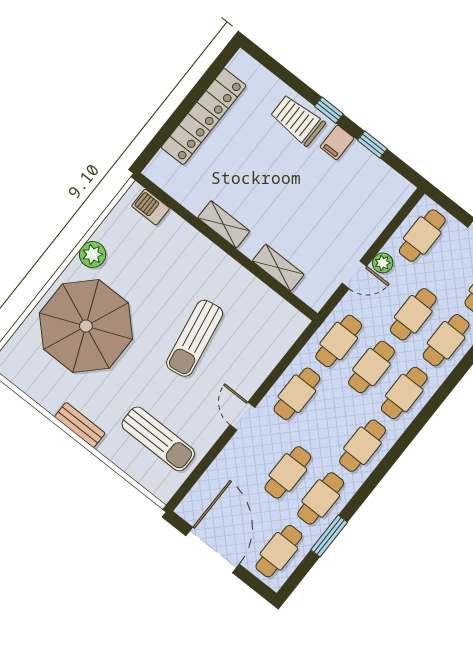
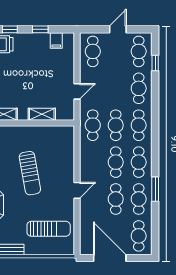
filing cabinet: (337, 143) -> (56, 40), moved
plant: (383, 263) -> (85, 77), removed
cafe table: (413, 314) -> (116, 88), removed
cafe table: (297, 394) -> (116, 162), moved
door: (242, 416) -> (77, 190), swing flipped
window: (329, 536) -> (155, 189), moved

